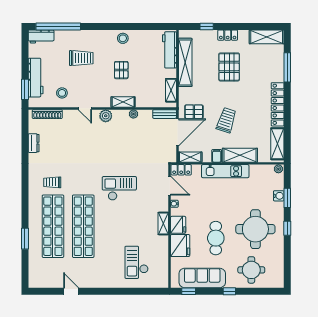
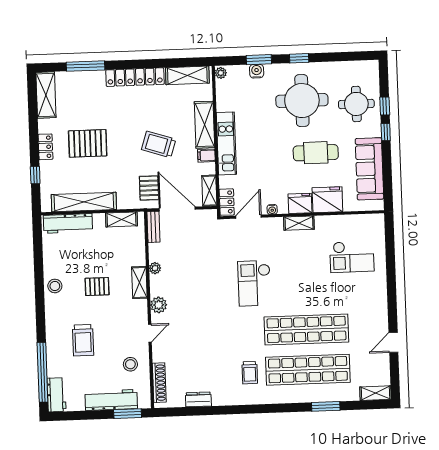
trolley: (81, 58) -> (83, 340), turned 180
shelving: (33, 276) -> (375, 393), added
window: (189, 291) -> (385, 106), moved

